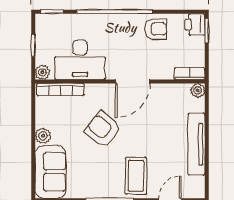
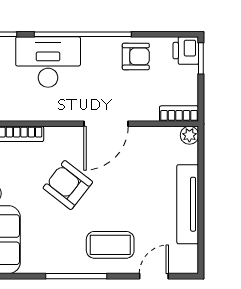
desk: (80, 60) -> (48, 62), moved, turned 180
coffee table: (136, 176) -> (110, 245), turned 90

